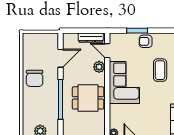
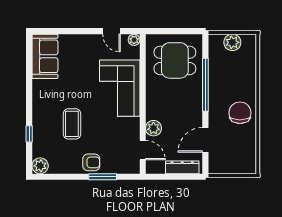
dresser: (91, 38) -> (182, 167), moved
corner sofa: (124, 82) -> (120, 88), moved
dining table: (88, 98) -> (175, 60), moved

